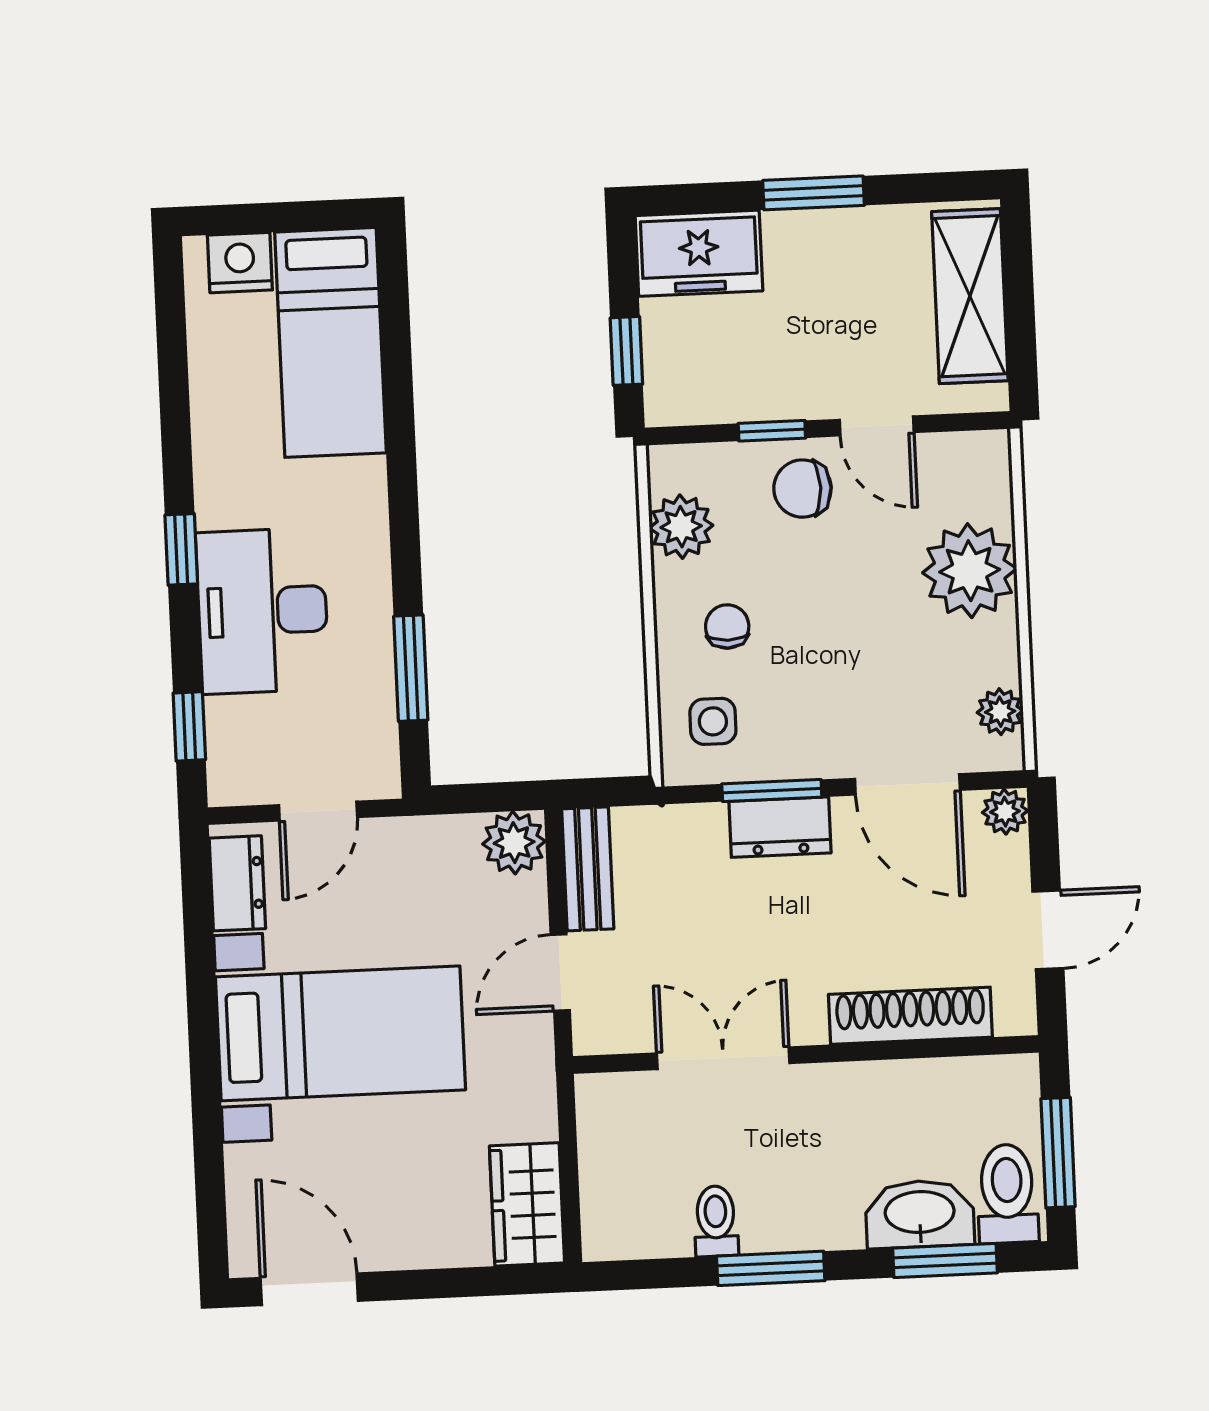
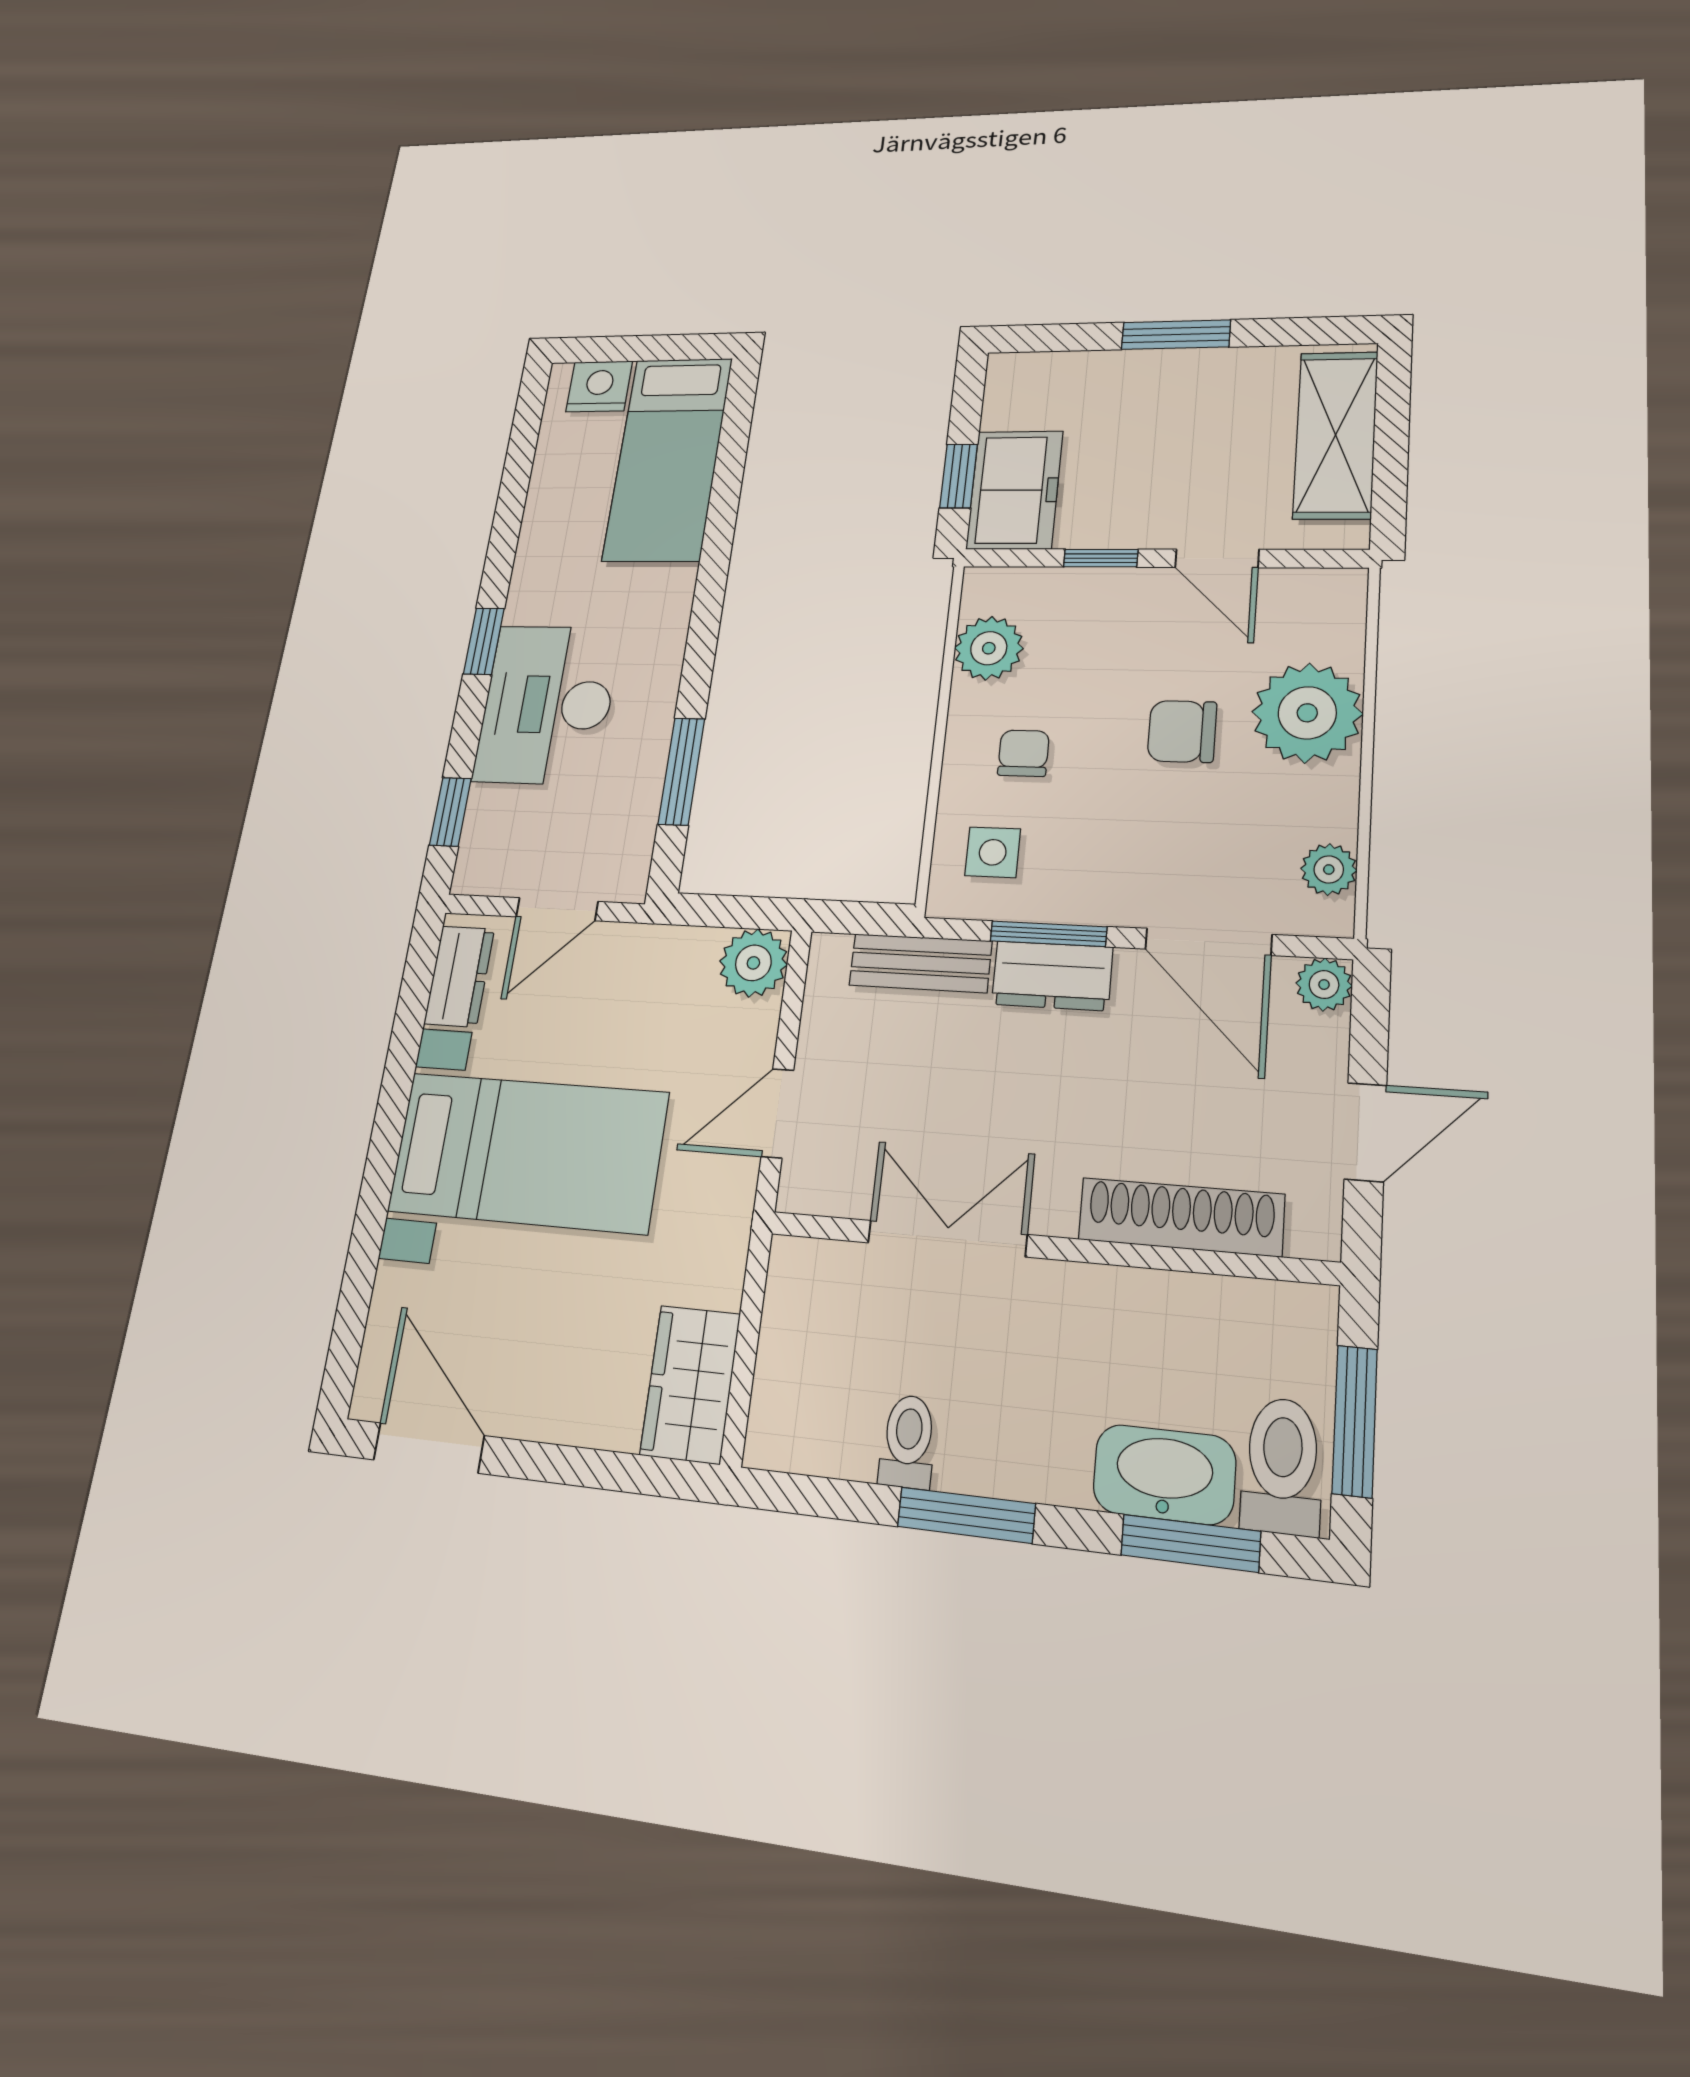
freezer: (699, 253) -> (1015, 490), moved, turned -90
chair: (802, 489) -> (1182, 731), moved
bench: (588, 869) -> (920, 963), moved, turned 90

